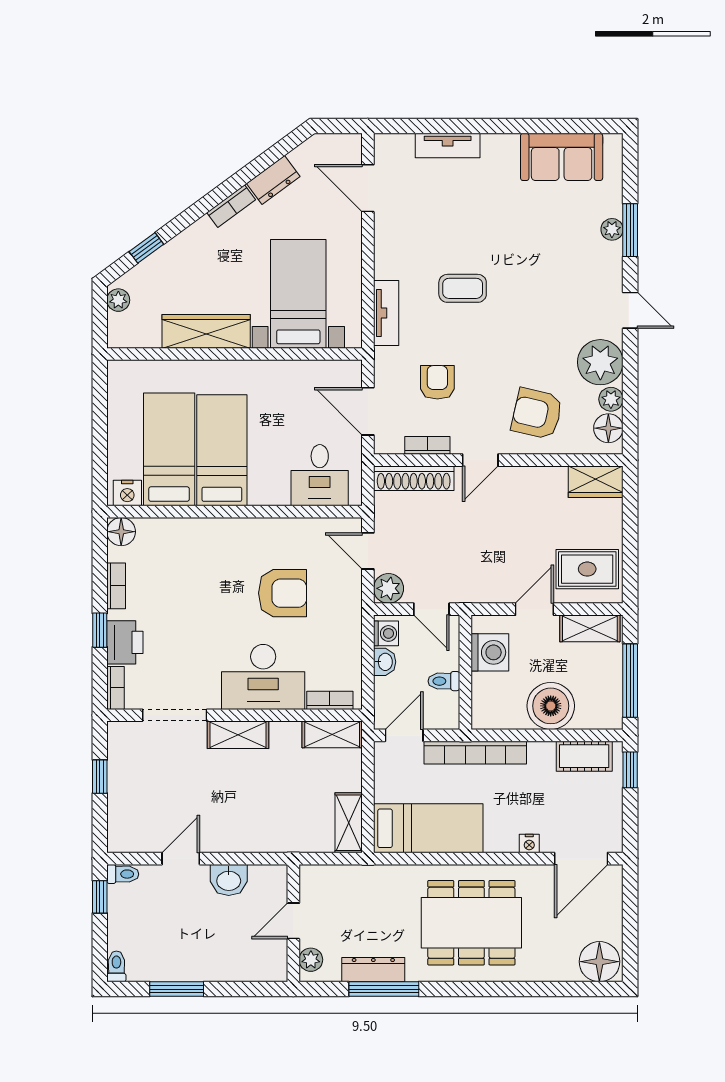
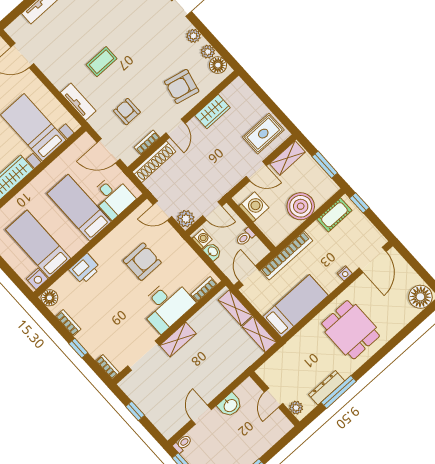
plant: (600, 362) -> (193, 36), width x0.53, depth x0.53
bed: (222, 450) -> (79, 208), moved
wardrobe: (596, 482) -> (213, 111), moved
door: (534, 609) -> (256, 171), swing flipped
printer: (125, 642) -> (85, 269), moved, turned 90
window: (630, 681) -> (325, 165), width x0.69
shelving: (332, 734) -> (235, 308), moved, turned 90
dining table: (471, 923) -> (351, 330), width x0.73

